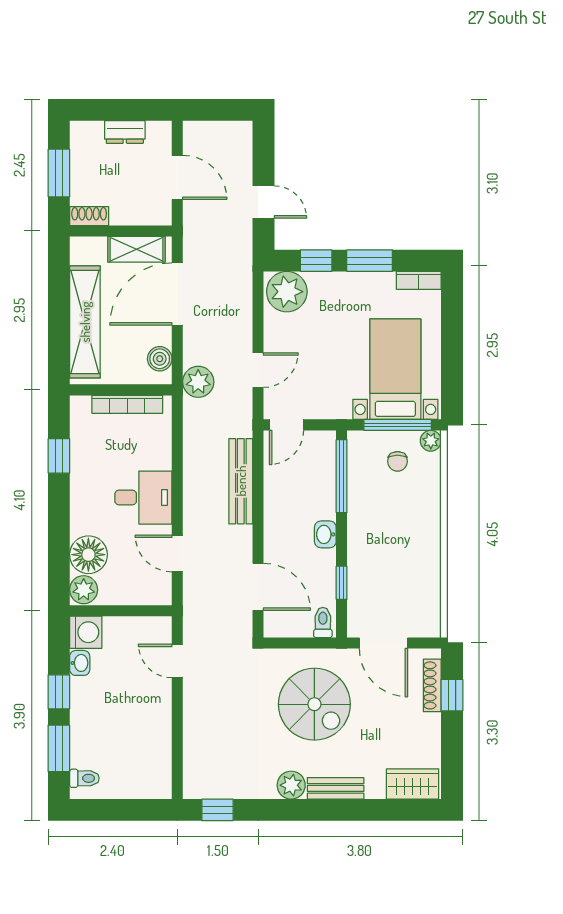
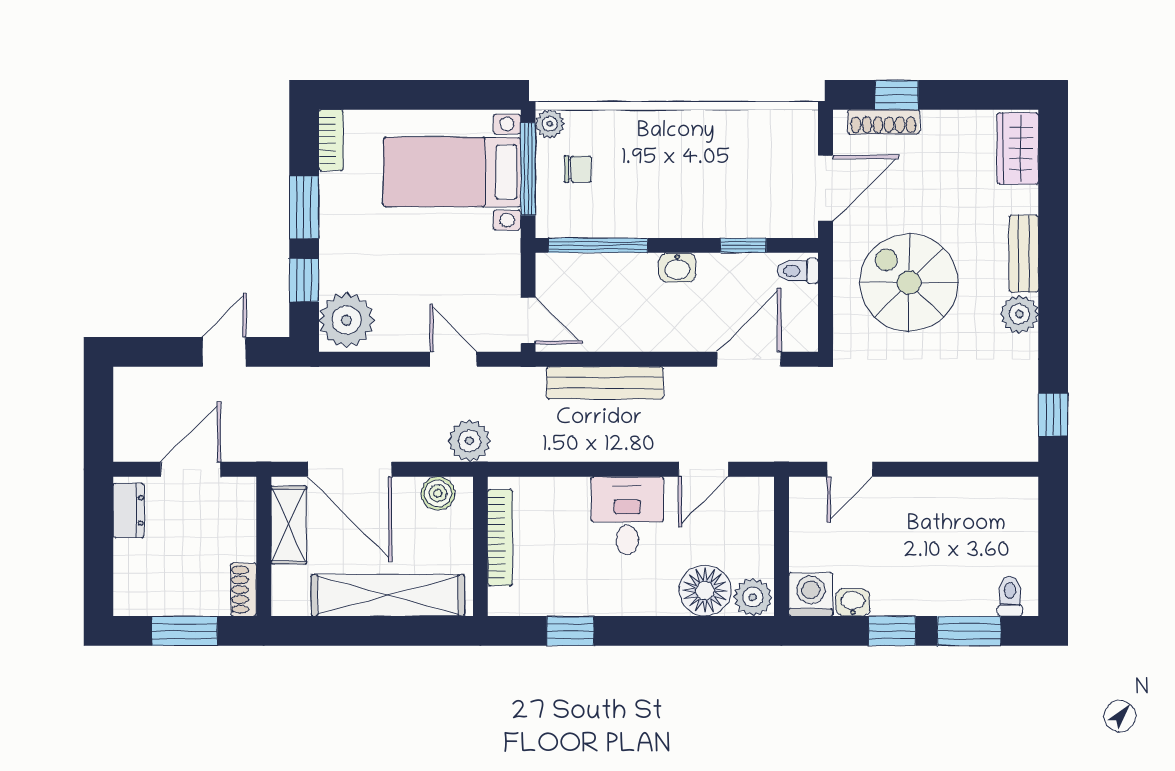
dresser: (125, 132) -> (129, 510), moved
spiral stairs: (314, 704) -> (909, 282), turned -90

